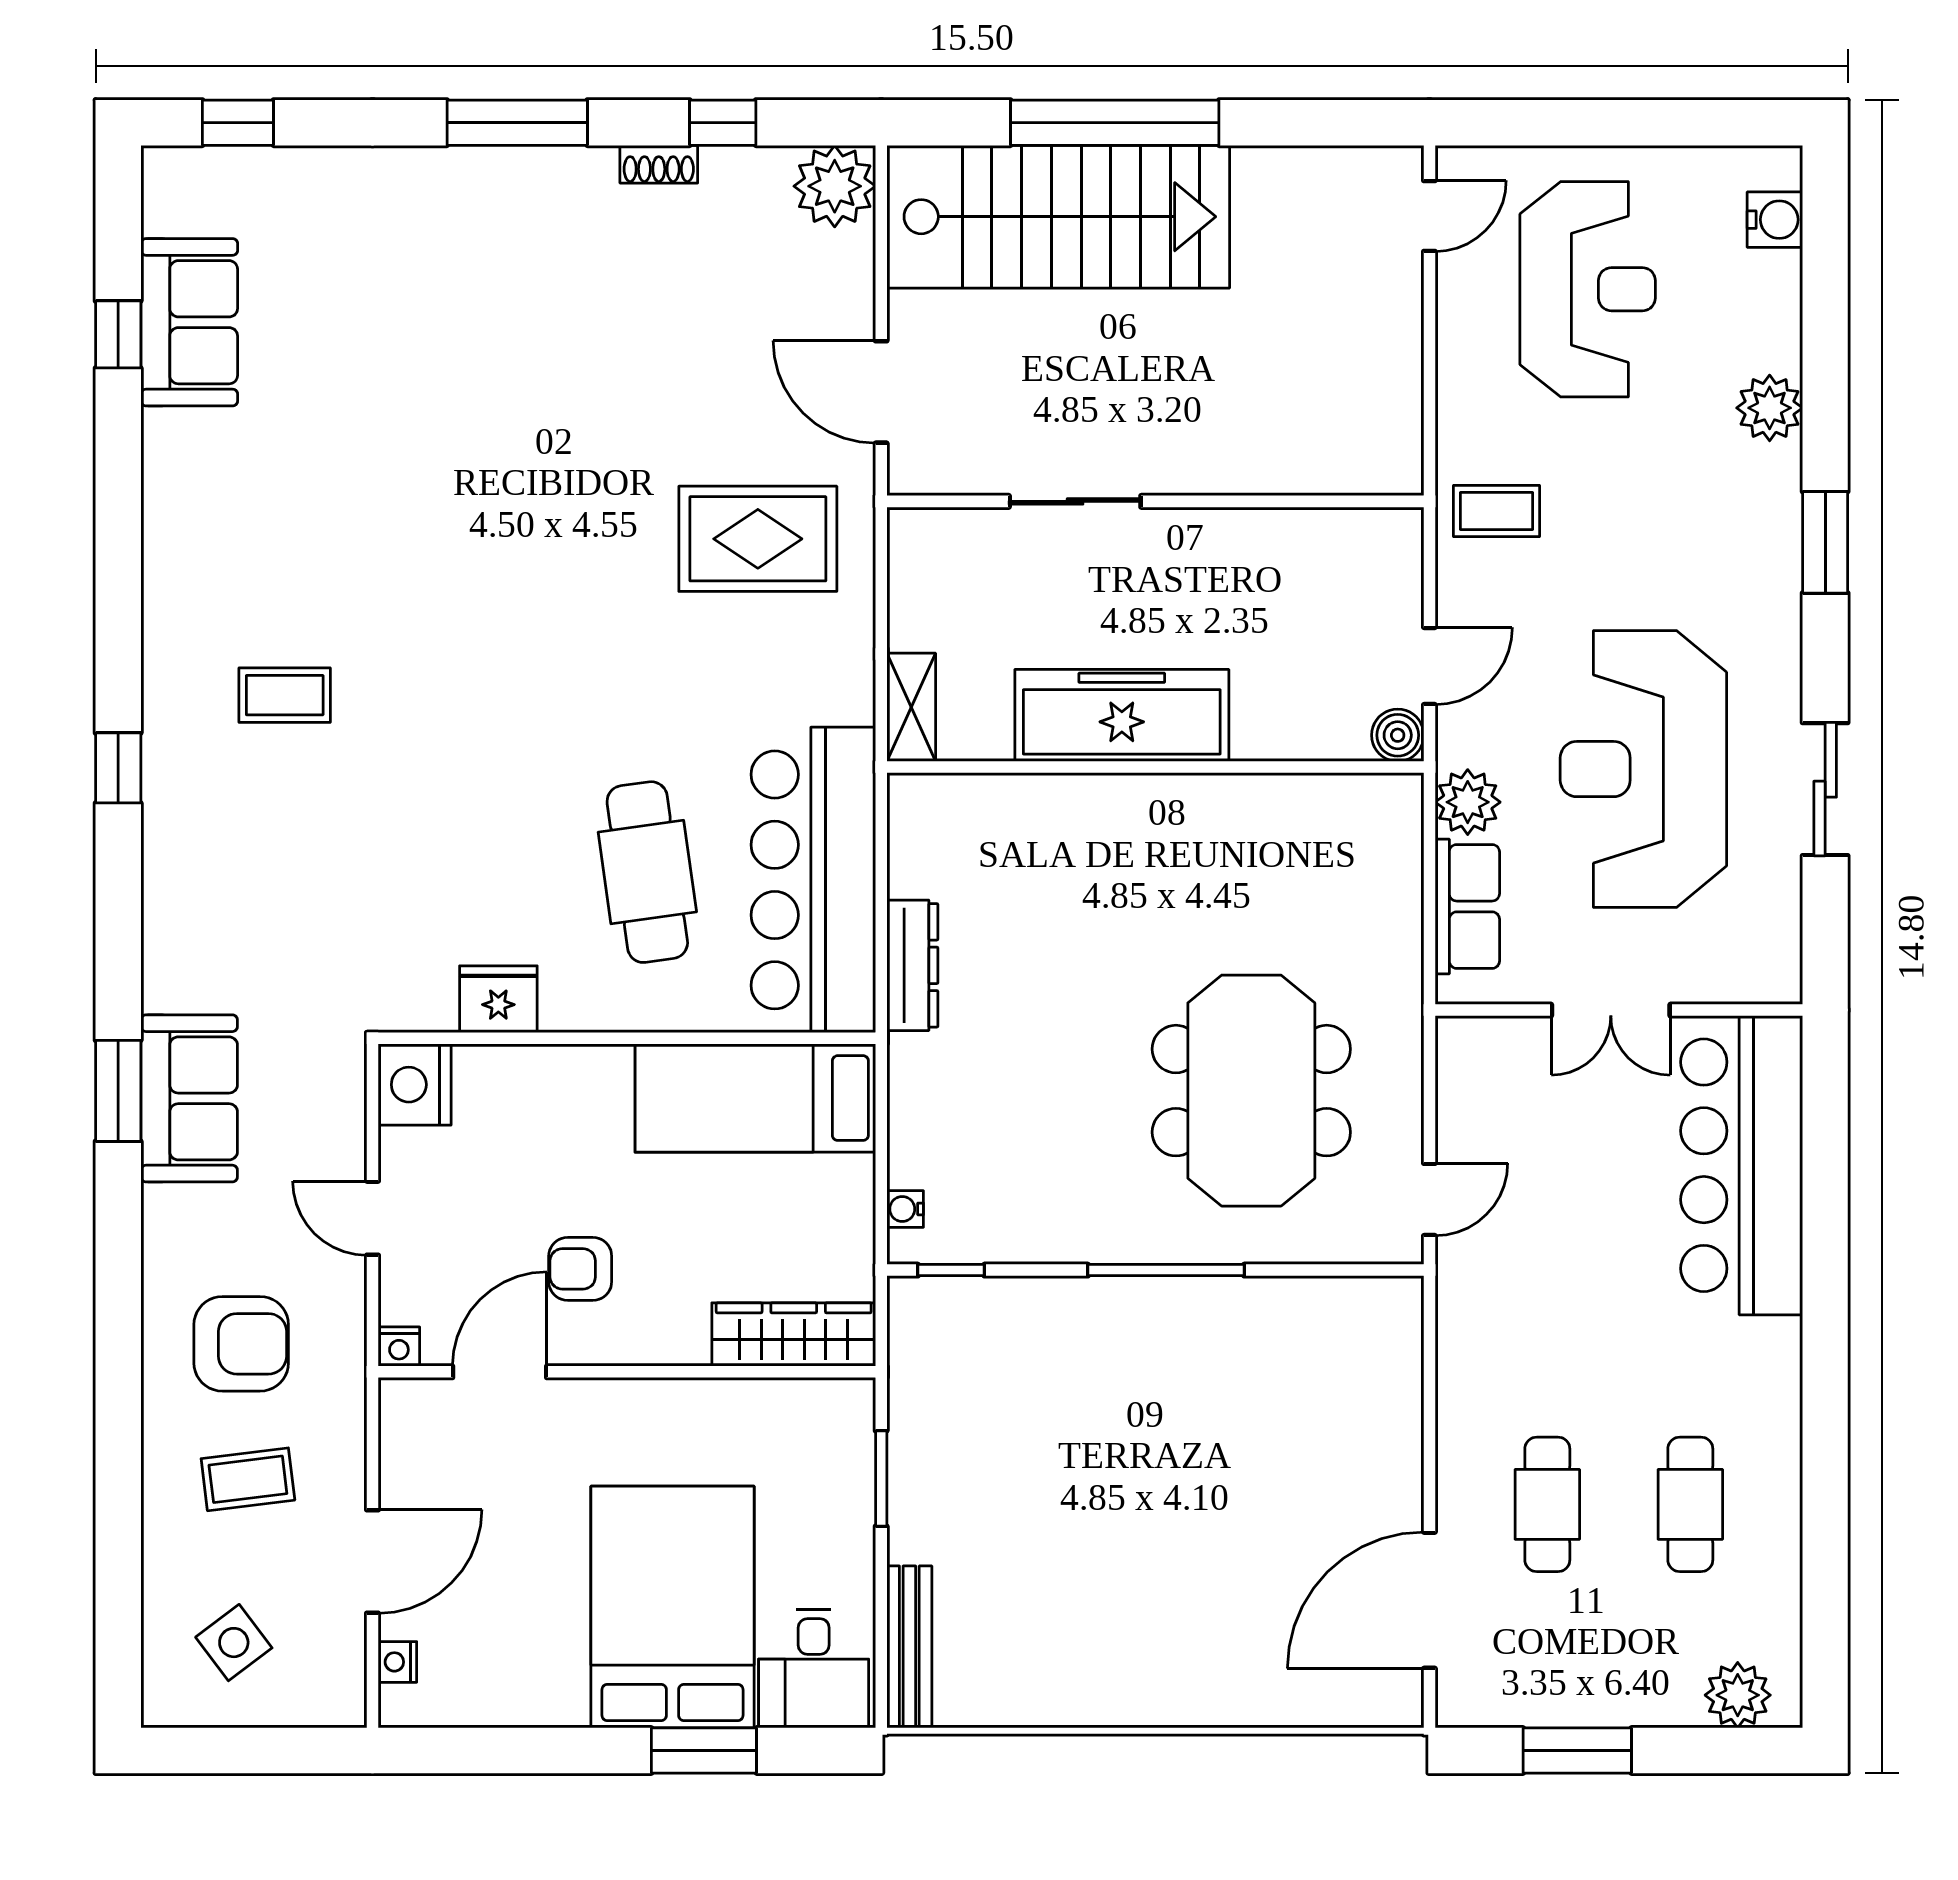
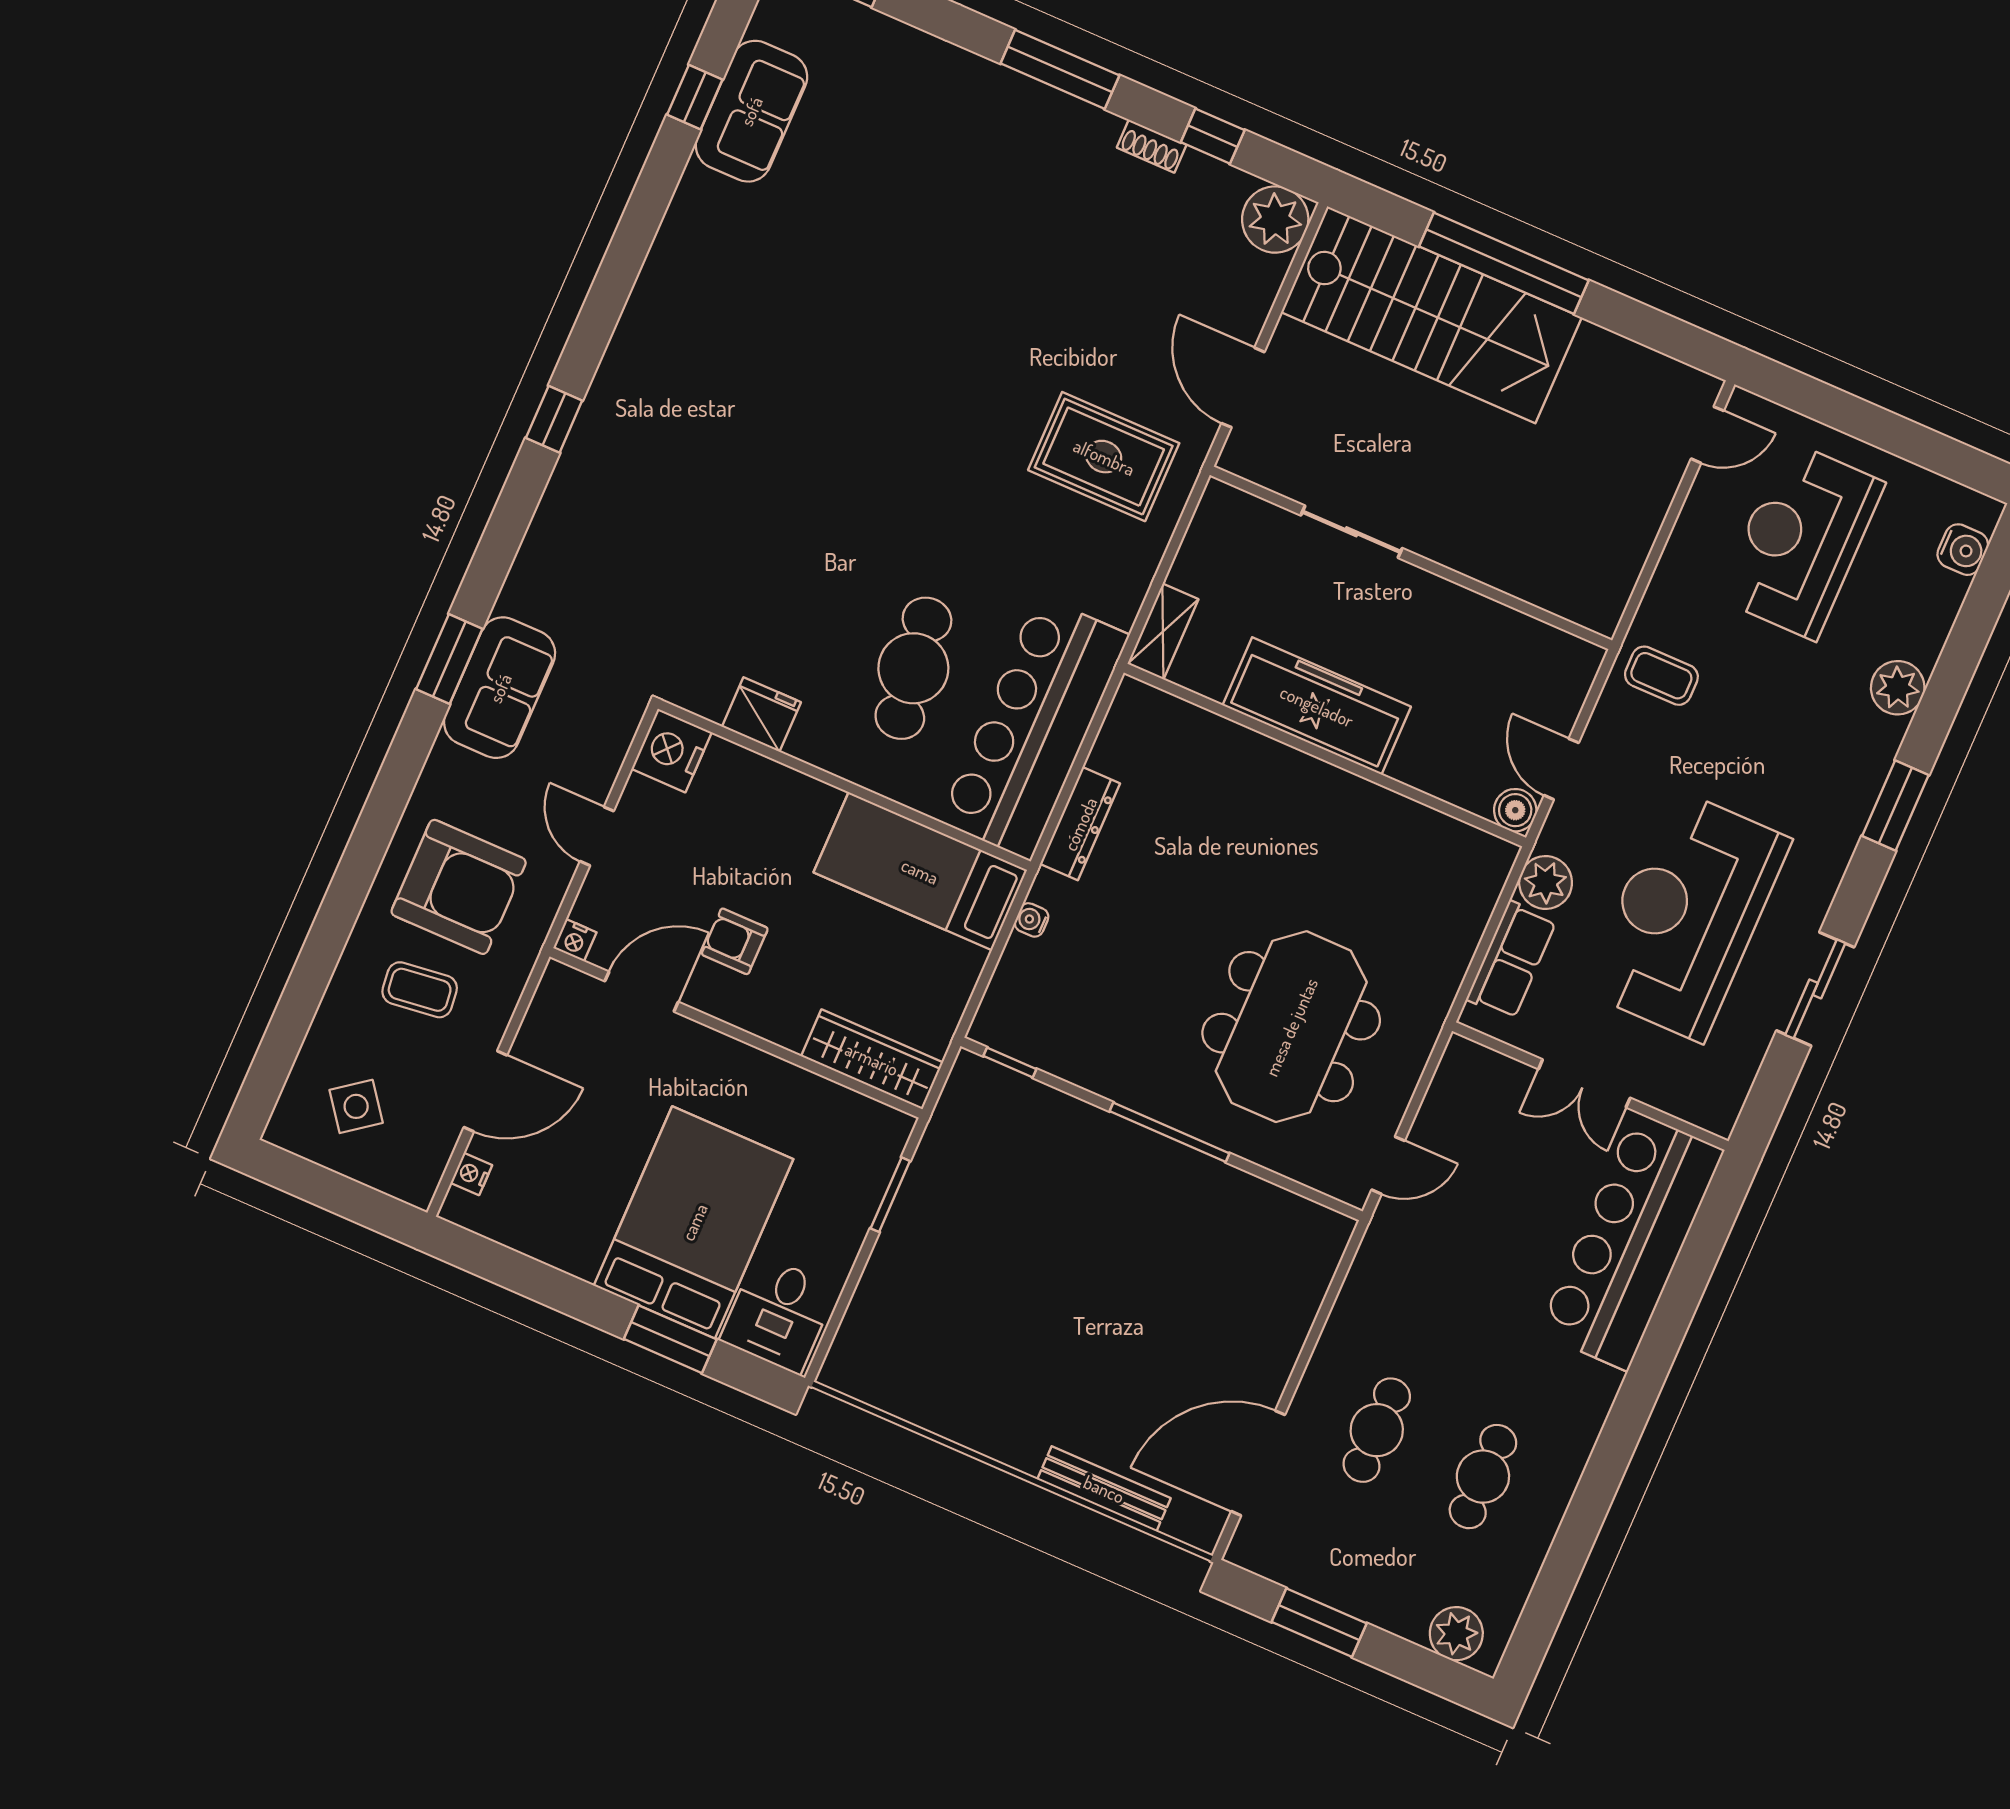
reception desk: (1588, 289) -> (1801, 540), turned 180
door: (1429, 666) -> (1561, 769), swing flipped
coffee table: (285, 695) -> (701, 419), removed
water cooler: (905, 1209) -> (1032, 920), moved
armchair: (241, 1344) -> (459, 887), width x1.36, depth x1.36
bench: (909, 1646) -> (1104, 1489), moved, turned 90

